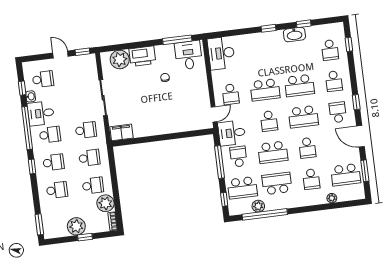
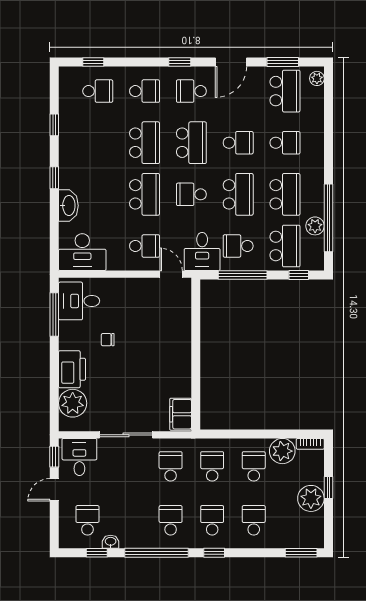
washbasin: (294, 35) -> (68, 206), moved
desk: (41, 113) -> (79, 457), moved, turned 180
school desk: (269, 121) -> (191, 194), turned 180
school desk: (277, 183) -> (285, 194), turned 180
plant: (332, 198) -> (317, 78), moved

